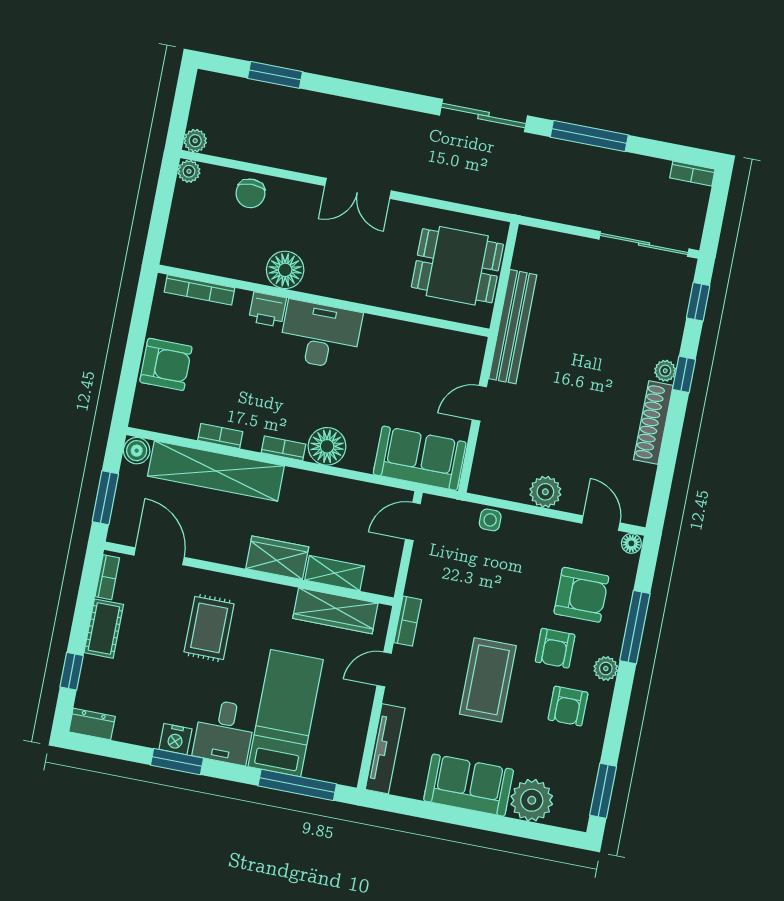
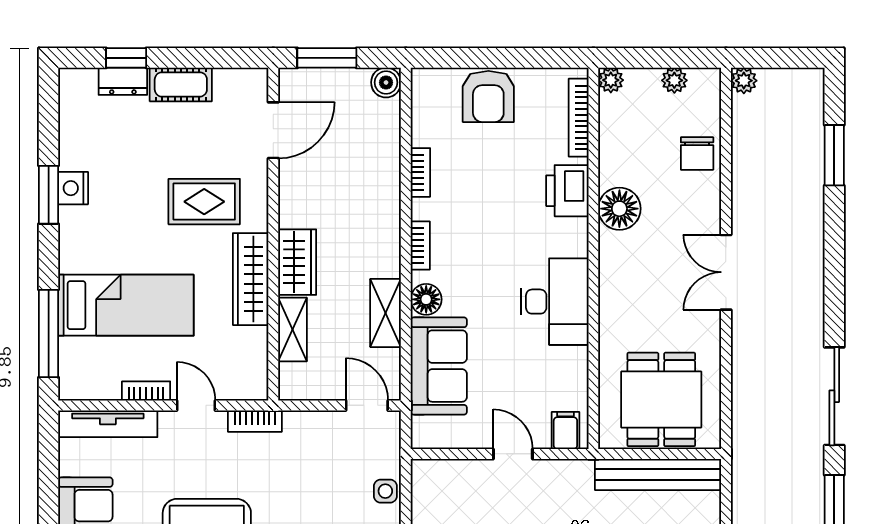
plant: (189, 171) -> (674, 80), moved
chair: (250, 193) -> (697, 153), turned -90
plant: (172, 256) -> (611, 80), added
printer: (267, 310) -> (567, 191), width x1.36, depth x1.24
bench: (513, 327) -> (658, 474), moved
desk: (320, 335) -> (555, 302), moved
filing cabinet: (468, 354) -> (565, 431), added
floor lamp: (327, 446) -> (426, 299), width x0.73, depth x0.73
sofa: (420, 458) -> (439, 366), moved
shelving: (216, 471) -> (386, 313), moved, width x0.45, depth x0.75
bookcase: (107, 577) -> (146, 391), moved, turned 180
wardrobe: (335, 611) -> (251, 279), moved
dresser: (92, 724) -> (123, 81), moved, turned 90
desk: (224, 732) -> (92, 241), removed

